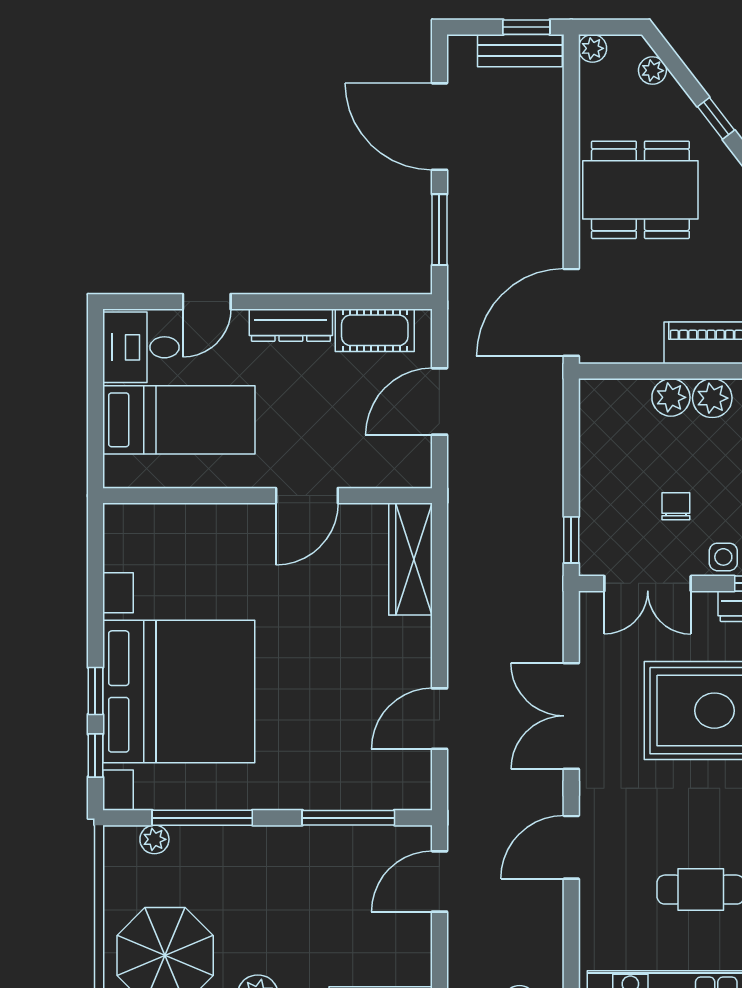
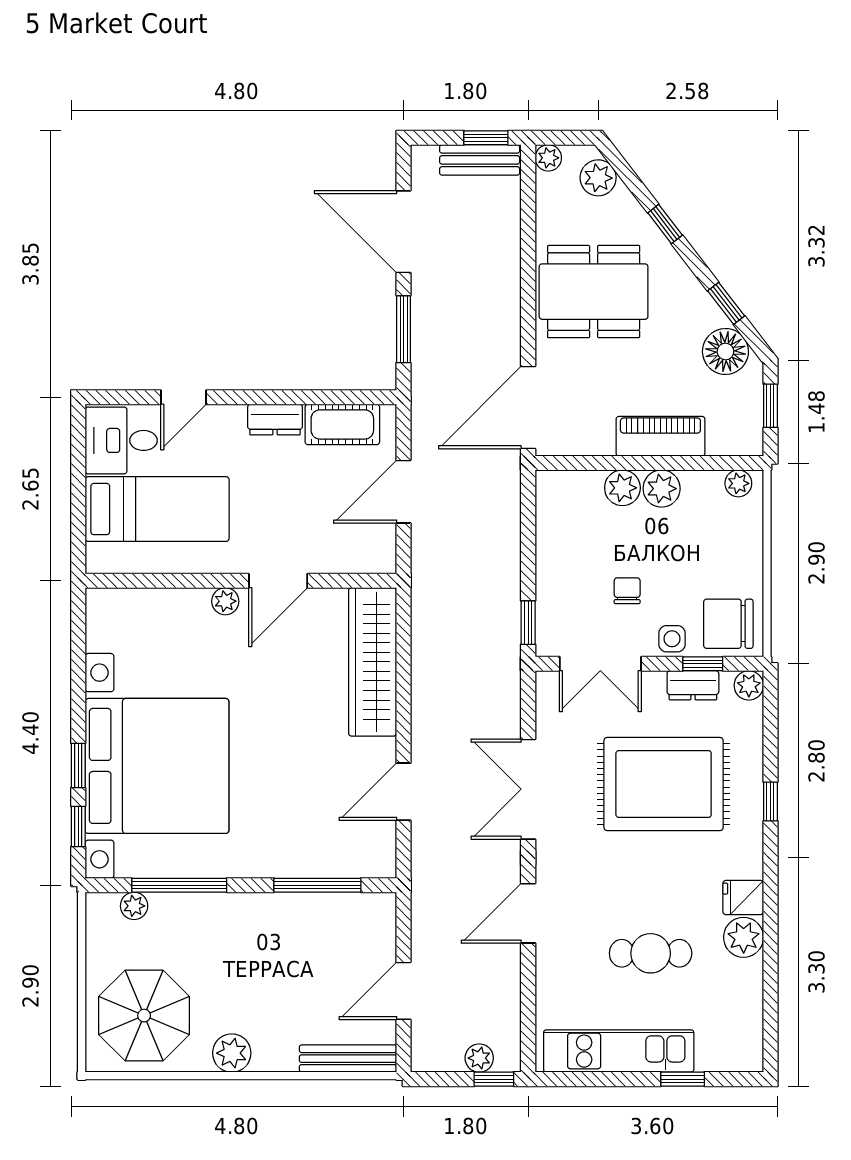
plant: (652, 71) -> (598, 178), width x1.38, depth x1.38
dresser: (291, 325) -> (275, 420), width x0.70
plant: (251, 517) -> (225, 601), added
wardrobe: (410, 559) -> (373, 662), width x1.40, depth x1.17
door: (439, 881) -> (404, 991), moved

